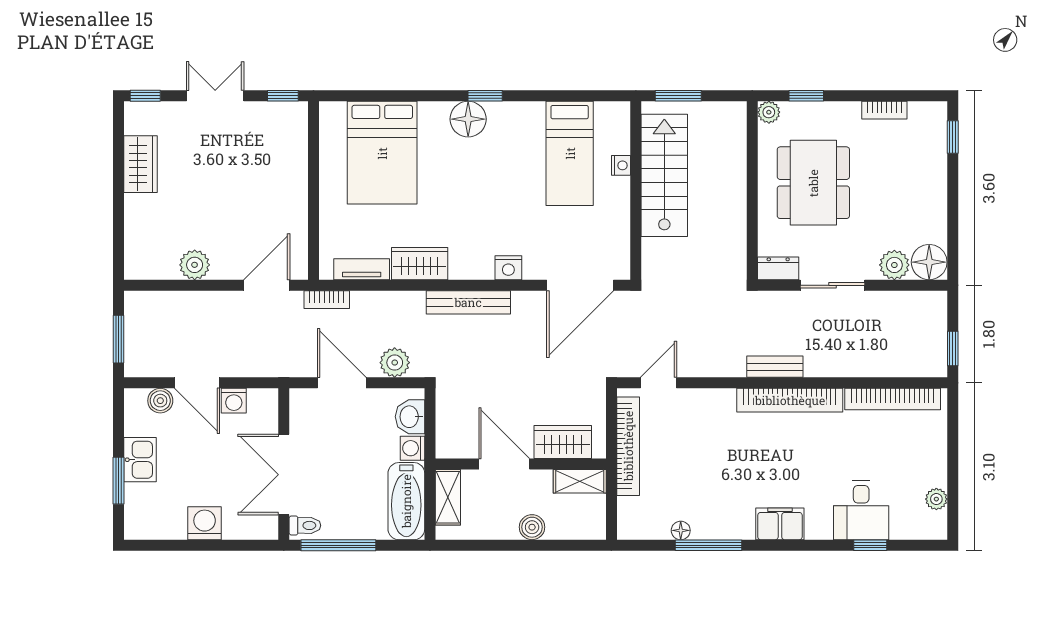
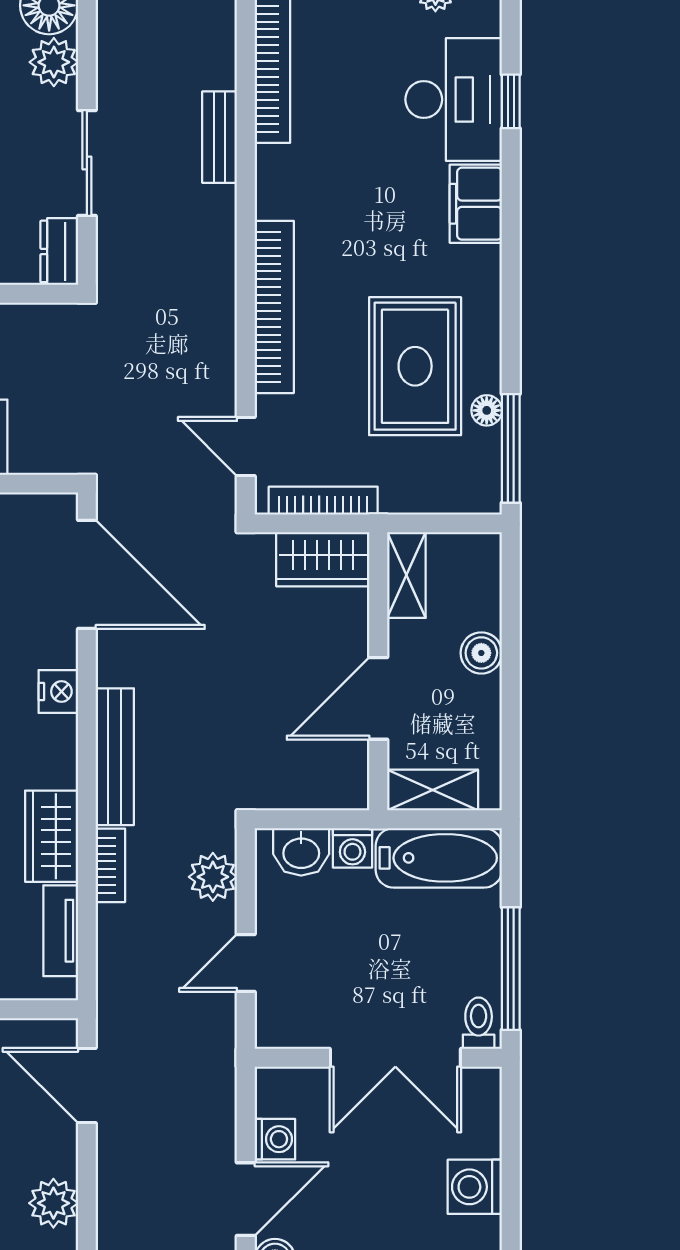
bookcase: (327, 300) -> (110, 865), moved
bench: (775, 367) -> (220, 137), moved
door: (342, 383) -> (246, 963), width x0.73
bookcase: (790, 400) -> (274, 307), moved
wardrobe: (563, 442) -> (323, 559), moved, turned -90
bookcase: (628, 446) -> (323, 501), width x0.68, depth x0.76
rug: (708, 487) -> (415, 366), added
desk: (861, 510) -> (454, 100), width x1.37
filing cabinet: (780, 524) -> (476, 204), moved
window: (708, 545) -> (511, 448), moved

